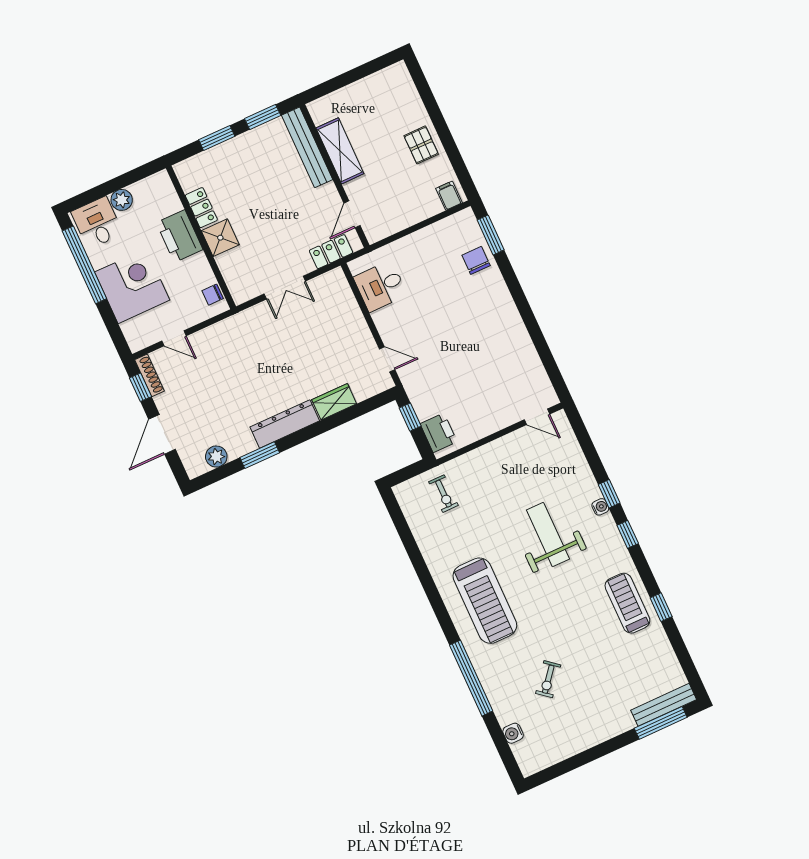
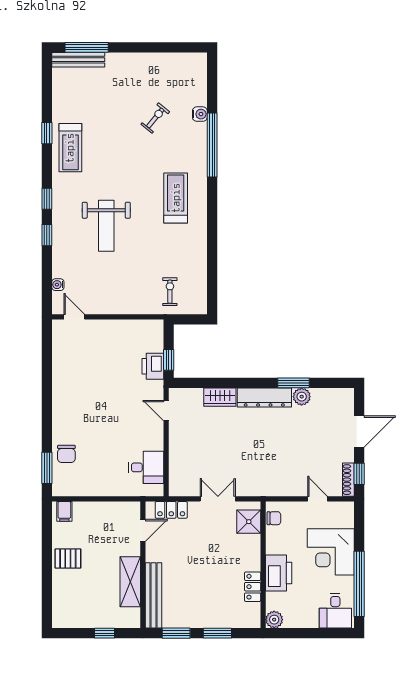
window: (342, 80) -> (105, 633), added
pallet: (421, 145) -> (68, 558), turned 90
plant: (122, 200) -> (274, 620), moved
shower: (220, 238) -> (249, 522), moved
printer: (439, 433) -> (153, 366), moved
plant: (216, 457) -> (302, 397), moved
water cooler: (600, 507) -> (58, 285), moved
treadmill: (485, 601) -> (176, 198), width x0.73, depth x0.73
water cooler: (513, 733) -> (200, 114), moved

